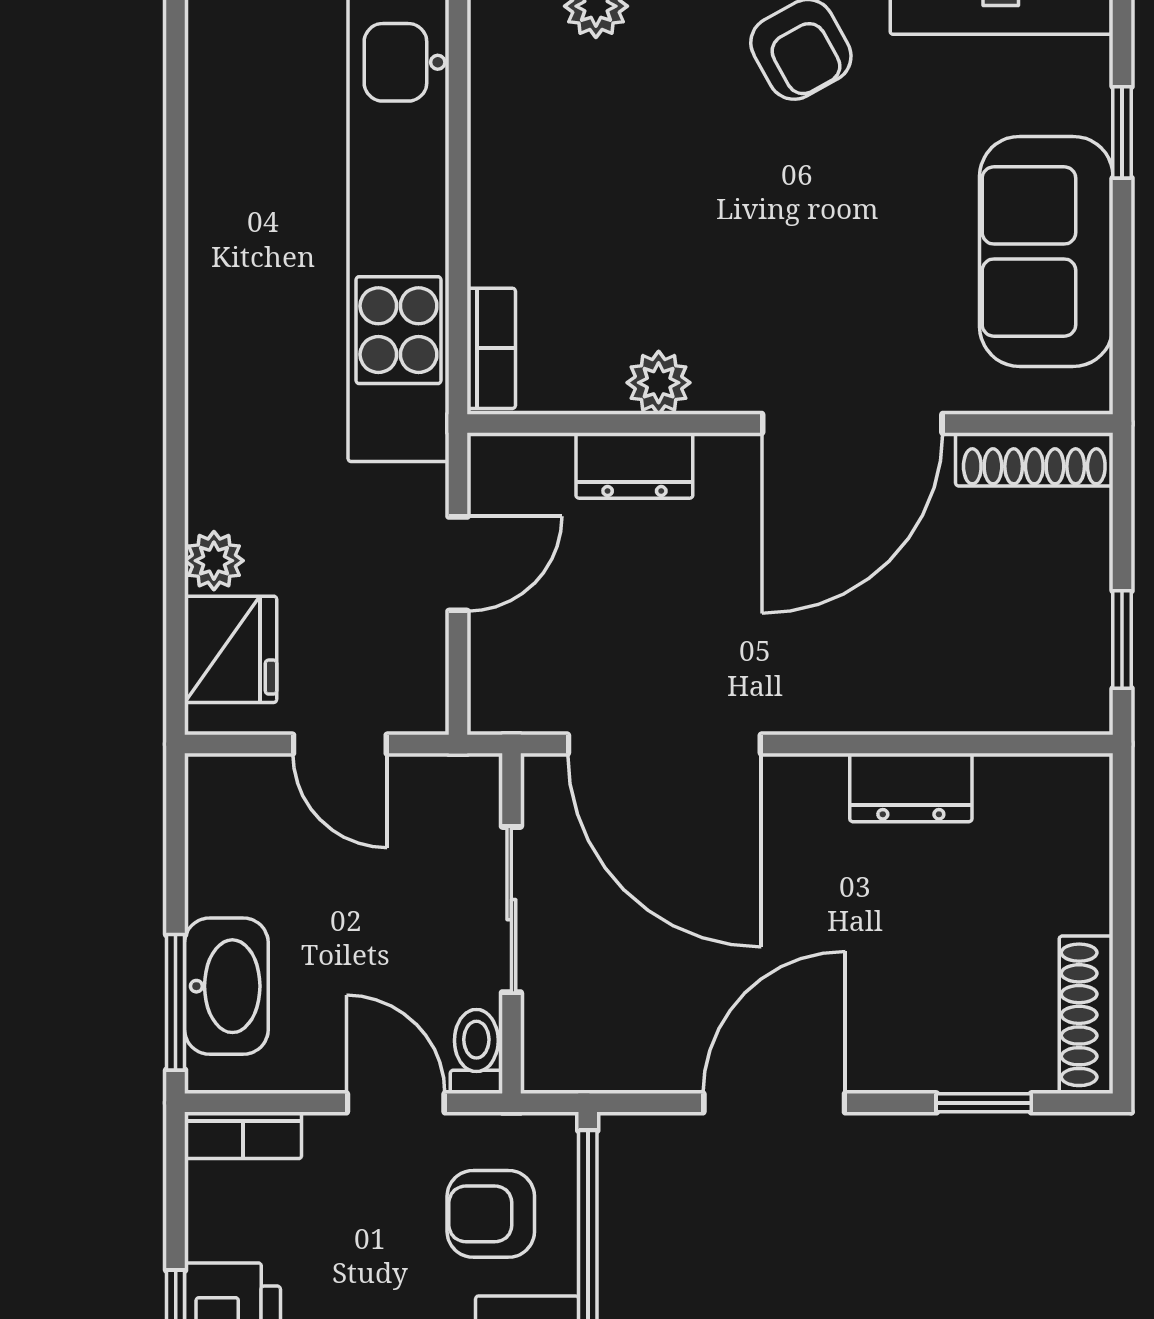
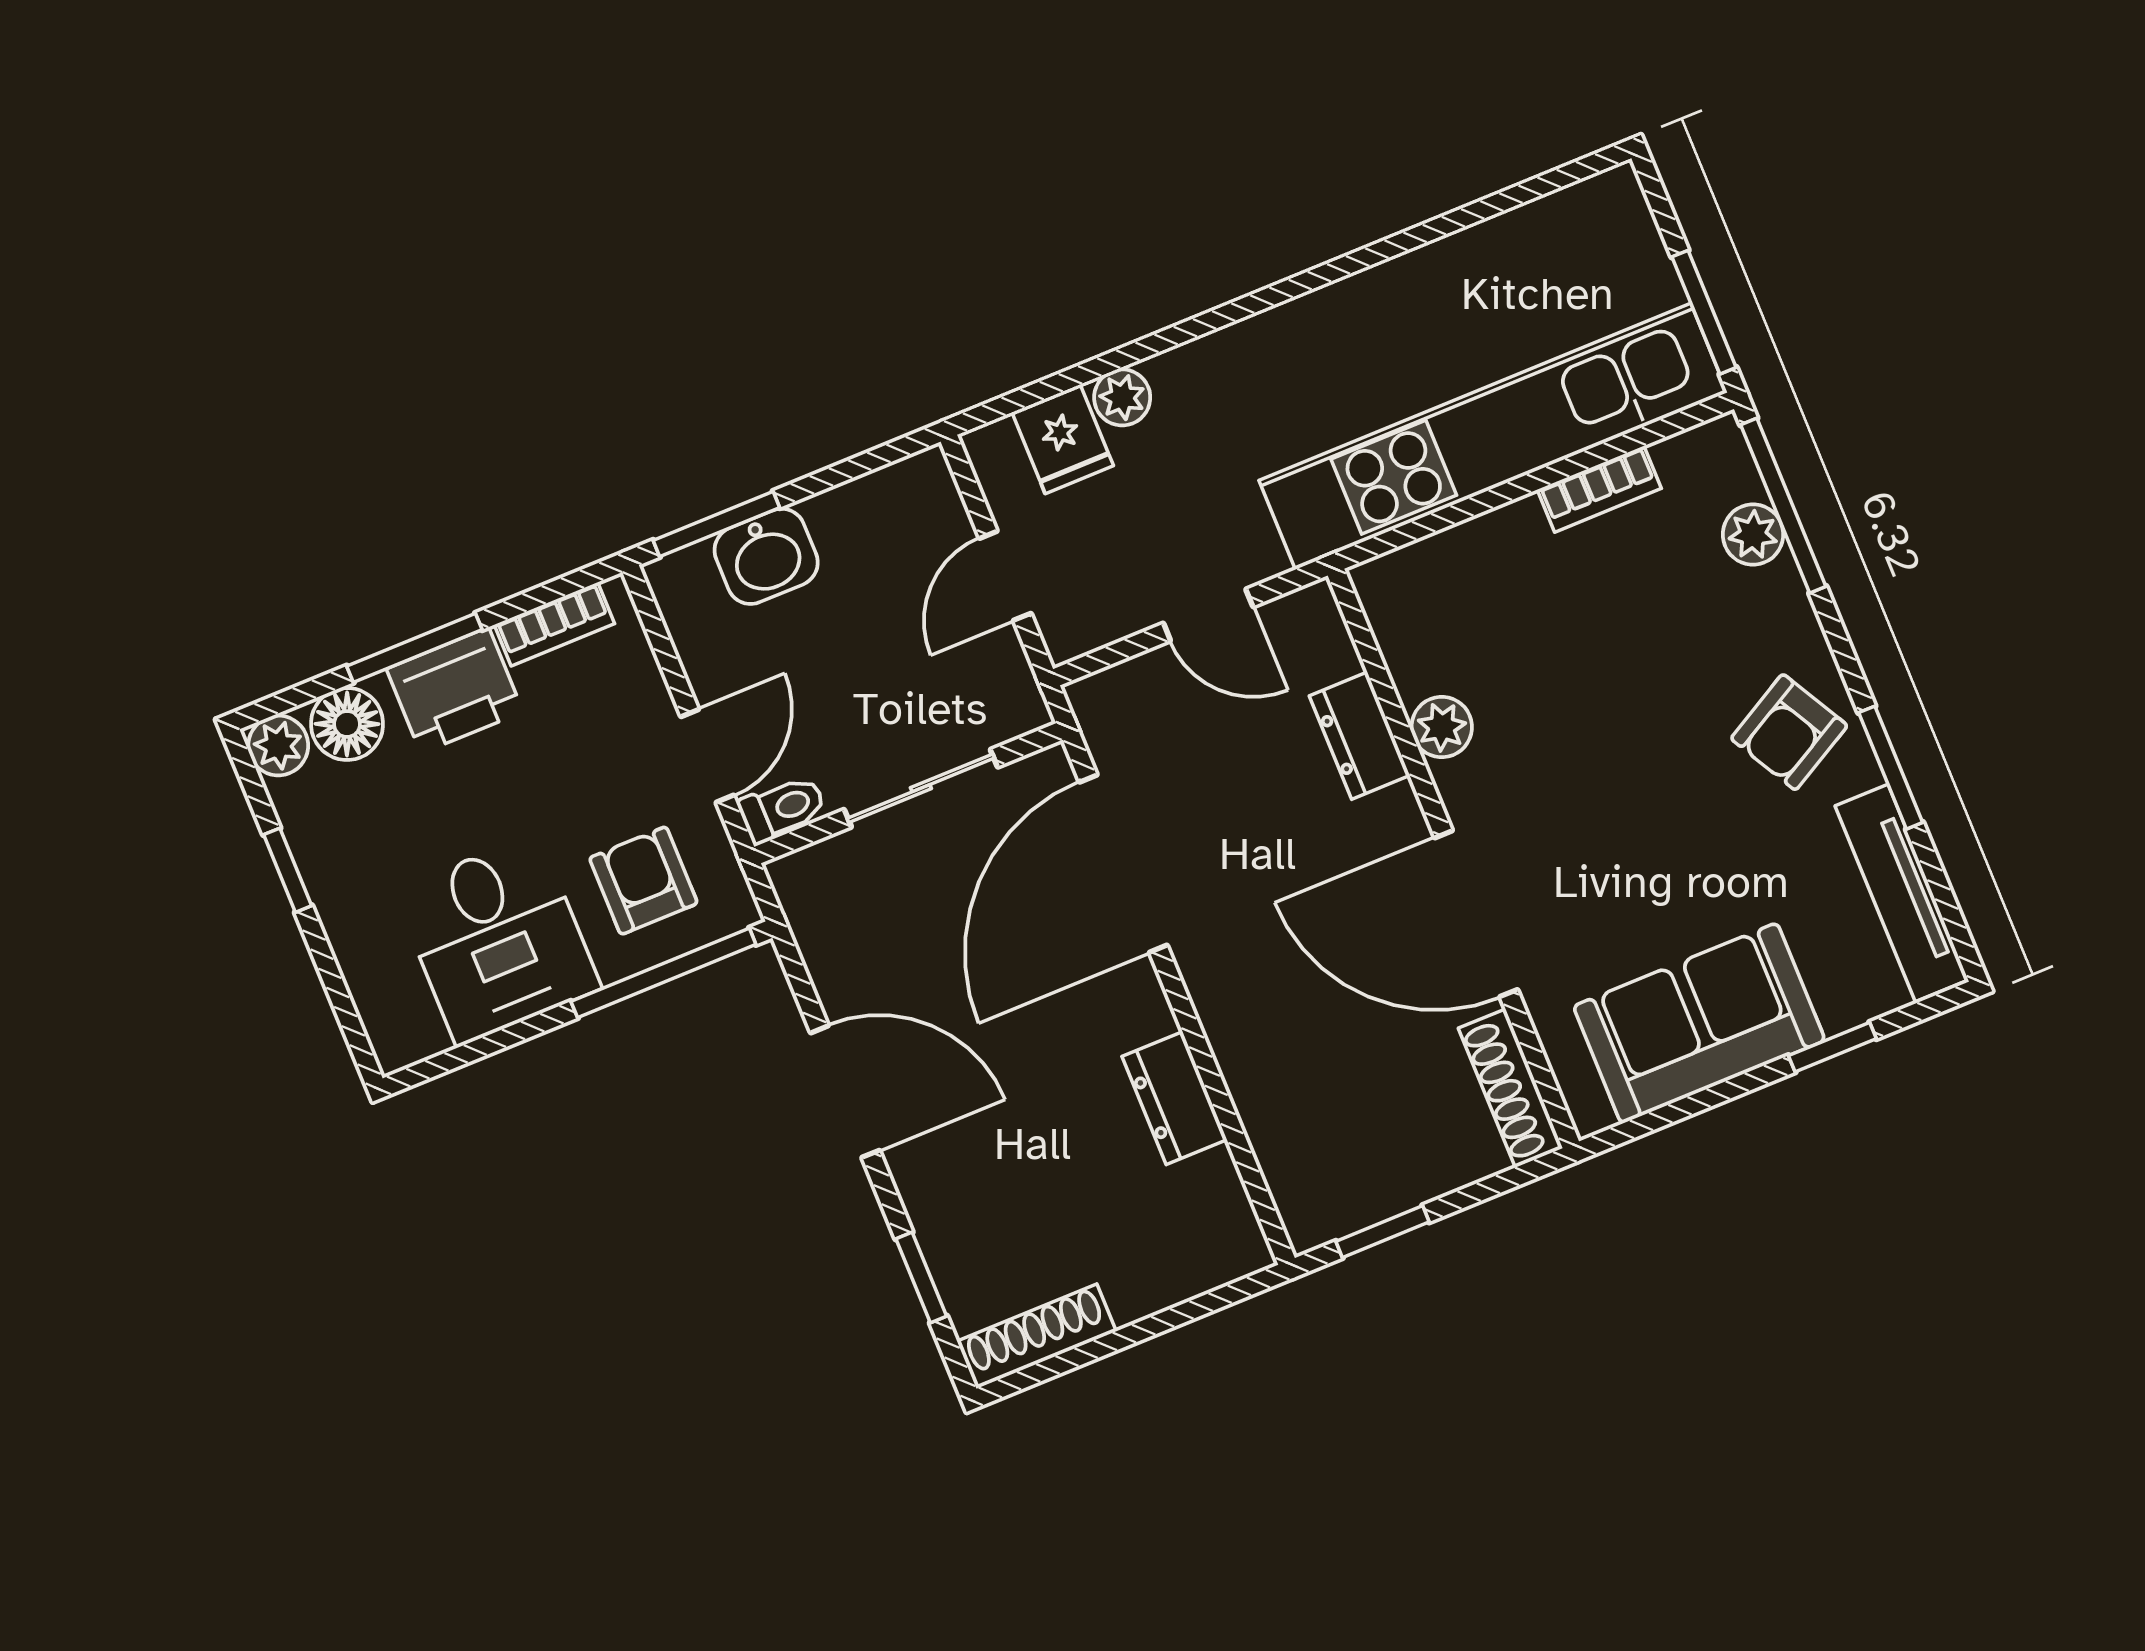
bookcase: (491, 348) -> (1599, 489), moved
fridge: (231, 649) -> (1063, 439), width x0.72
washbasin: (226, 986) -> (766, 556), width x0.72
bookcase: (243, 1135) -> (554, 624), moved, turned -90

